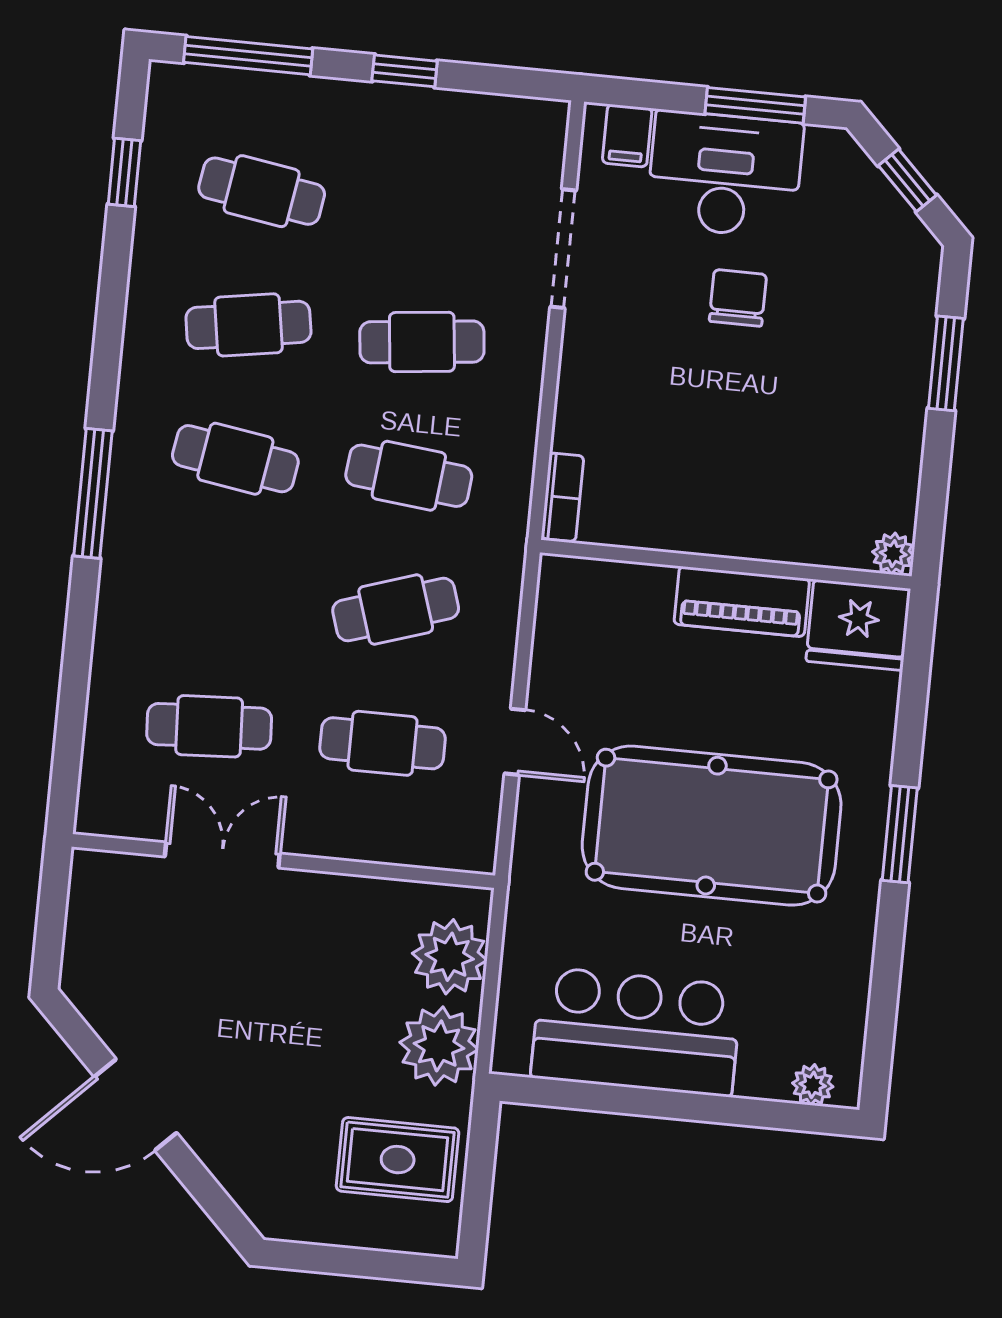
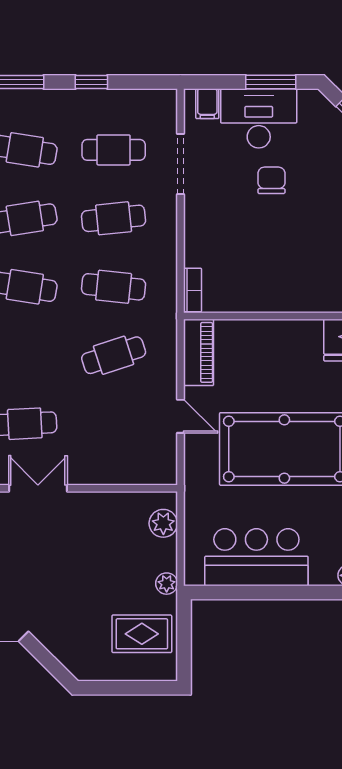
piano: (742, 602) -> (199, 352), moved, turned -90
cafe table: (383, 743) -> (114, 150), moved
plant: (450, 957) -> (163, 523), width x0.73, depth x0.73
plant: (439, 1046) -> (167, 584), width x0.53, depth x0.53

